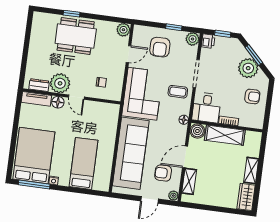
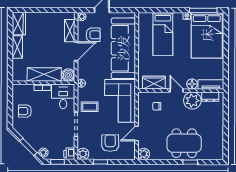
plant: (248, 68) -> (43, 153), moved, width x0.53, depth x0.53
wardrobe: (101, 109) -> (154, 83), added

